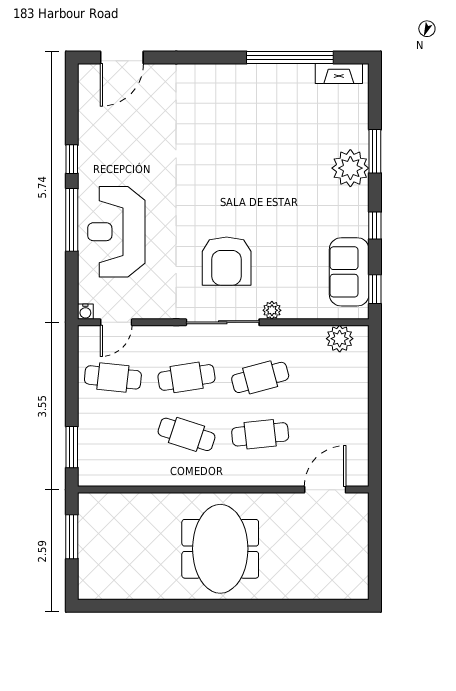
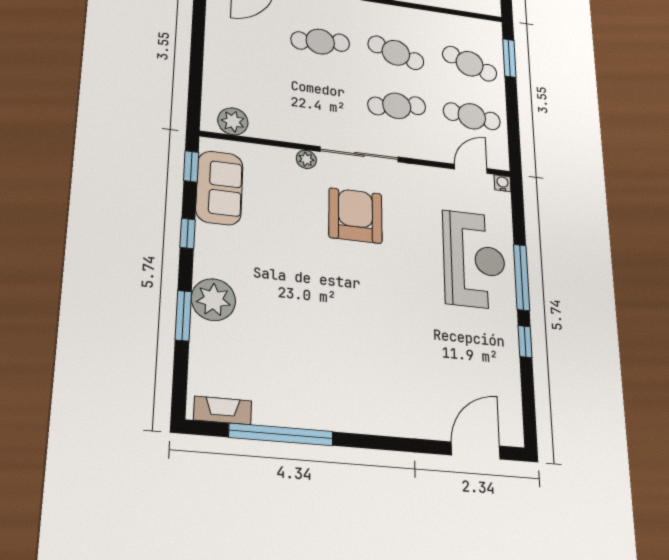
cafe table: (260, 377) -> (470, 64), moved, turned 36

